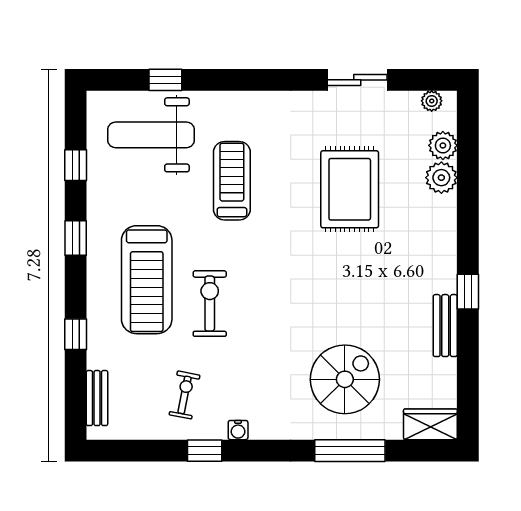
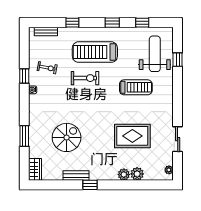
plant: (443, 145) -> (124, 175), moved
spiral stairs: (345, 379) -> (67, 137), moved, turned -90
window: (350, 451) -> (24, 136), width x0.69

